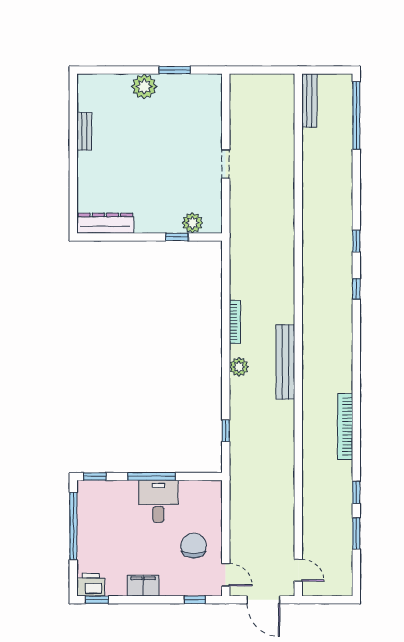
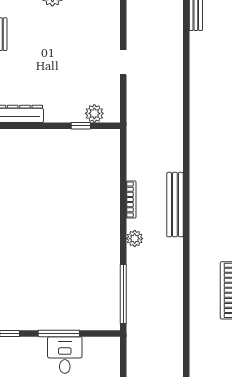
bench: (285, 362) -> (175, 205), moved
window: (226, 431) -> (123, 294), width x3.17

